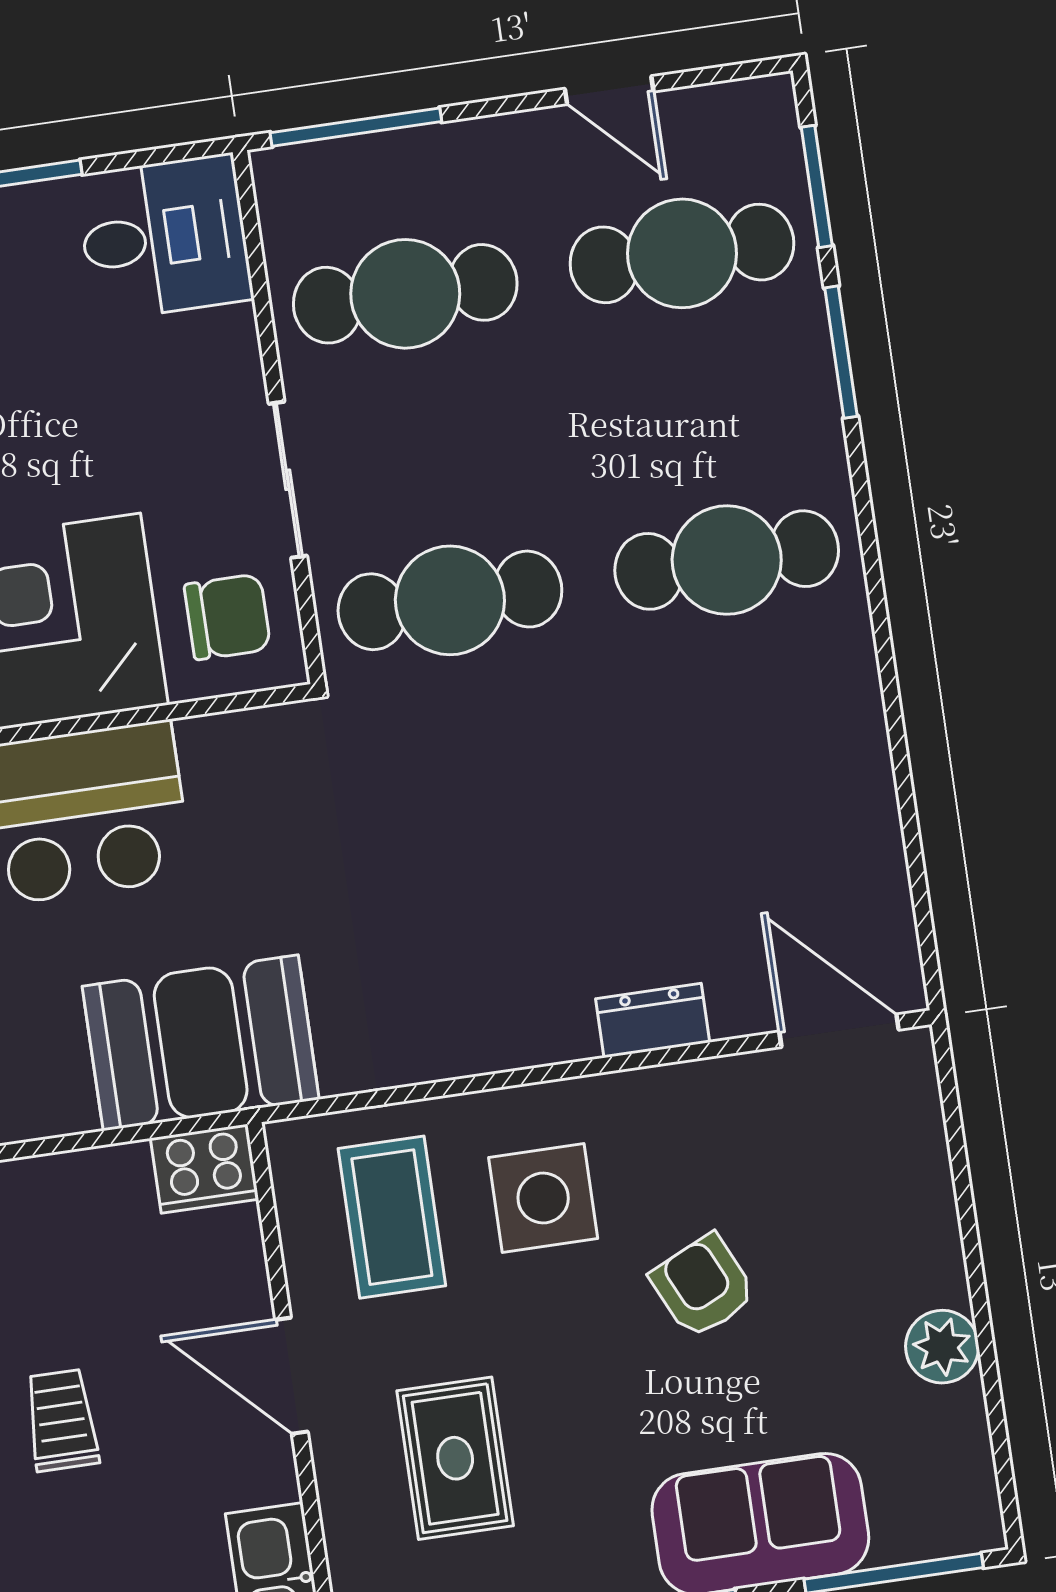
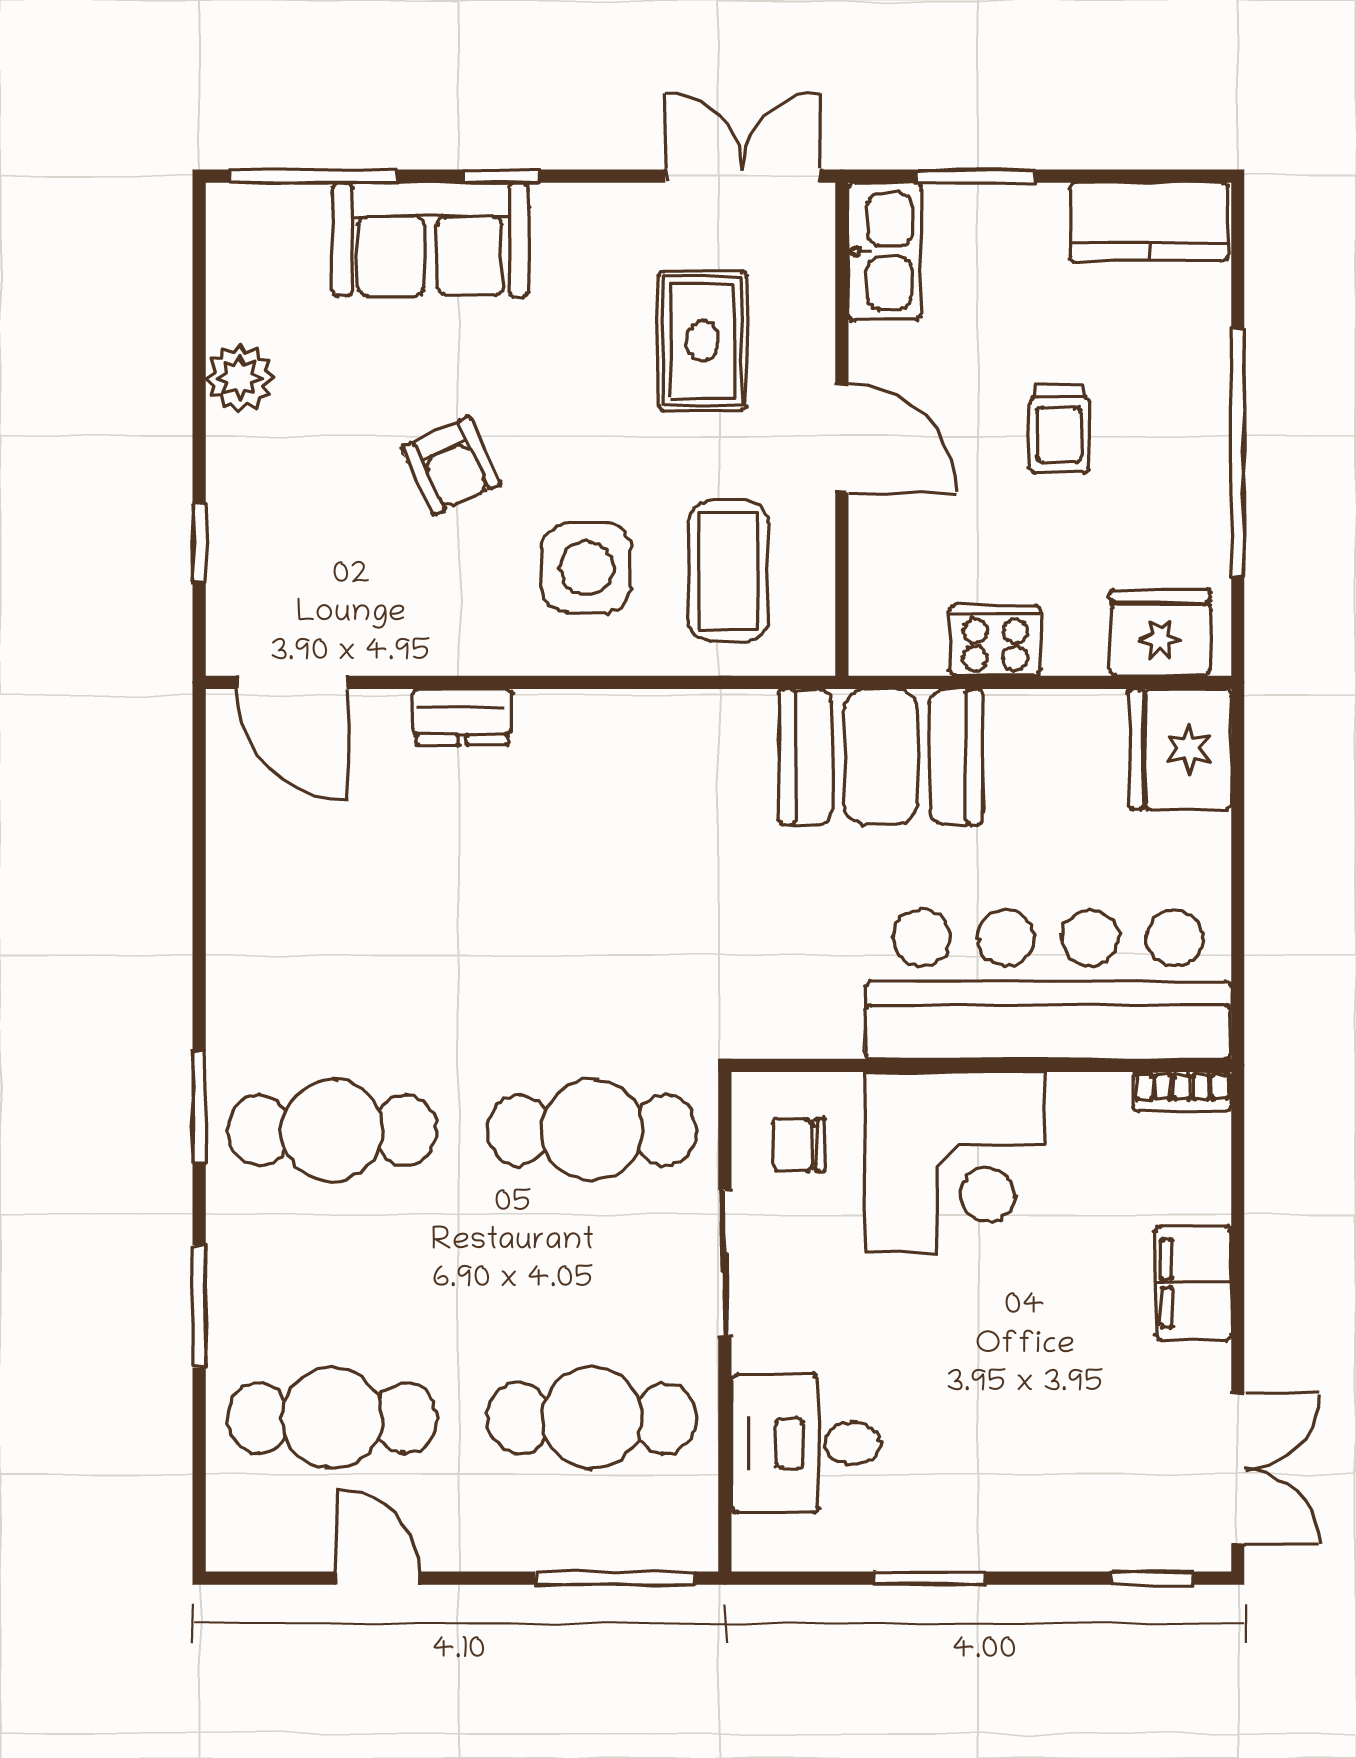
window: (817, 186) -> (199, 1107), moved
desk: (164, 237) -> (806, 1443), moved
chair: (227, 617) -> (799, 1145), width x0.73, depth x0.73
window: (960, 1165) -> (199, 543), added
cooker: (205, 1169) -> (995, 641), moved

